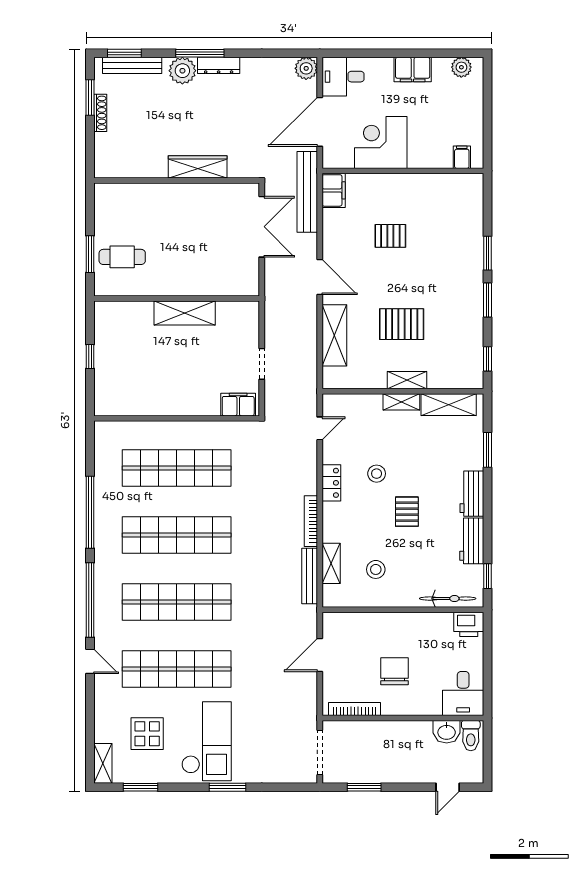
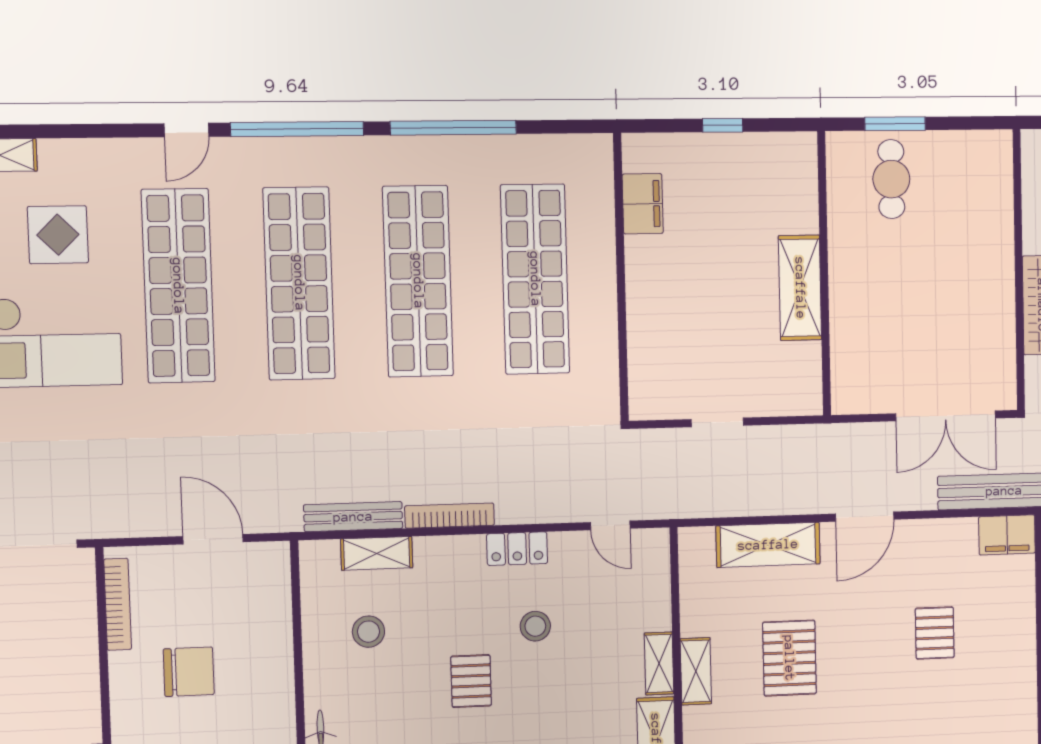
filing cabinet: (238, 405) -> (643, 204), moved
pallet: (407, 512) -> (471, 681), turned 90

